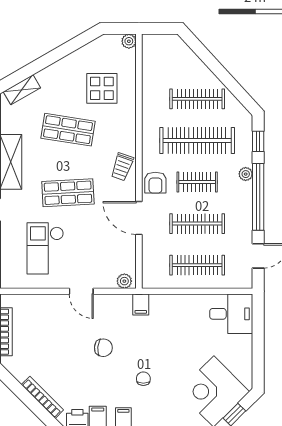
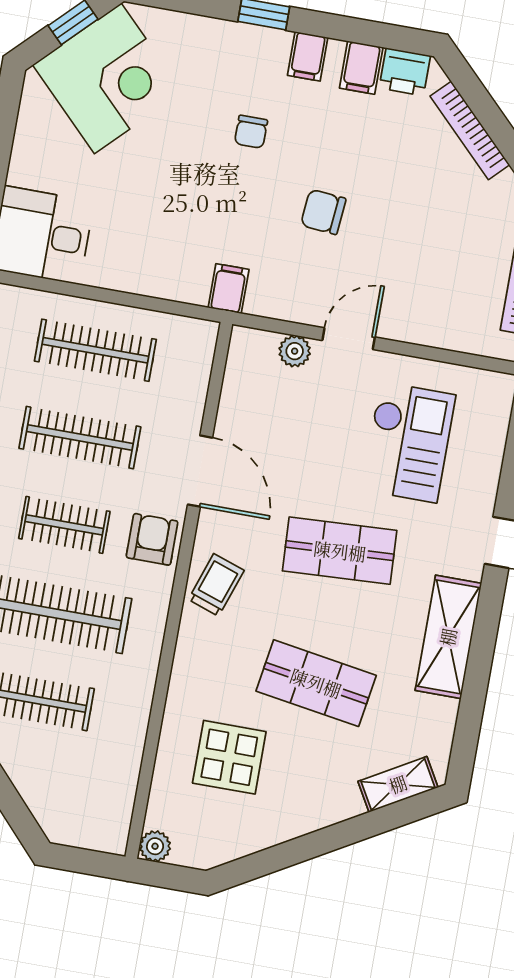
plant: (124, 281) -> (295, 351), moved
door: (81, 291) -> (349, 339), hinge flipped

